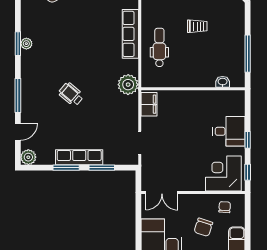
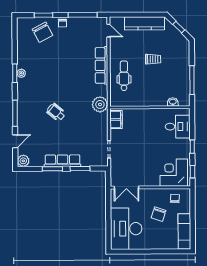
desk: (229, 131) -> (178, 127), moved

